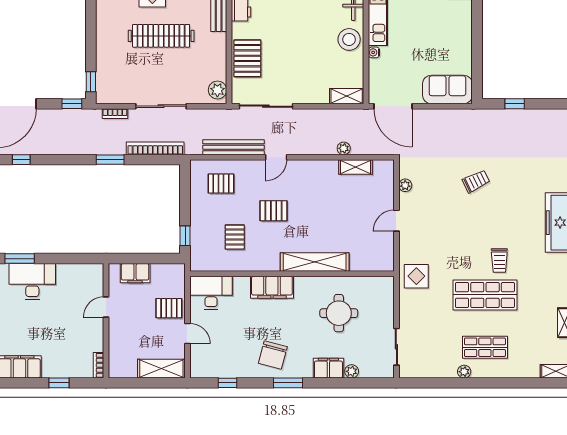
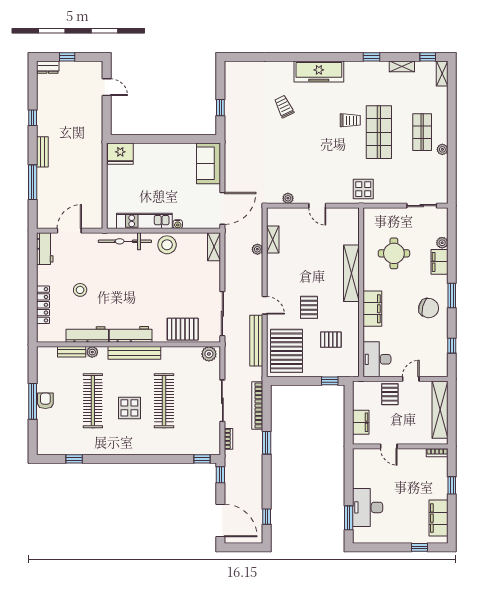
trolley: (476, 181) -> (284, 107), moved
pallet: (221, 184) -> (286, 351), width x2.05, depth x2.00
shelving: (161, 369) -> (440, 410), width x1.47

